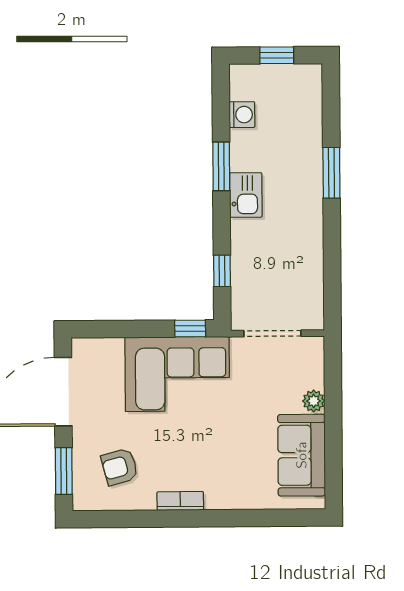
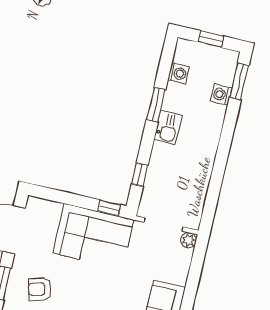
washing machine: (310, 130) -> (221, 95), added
window: (331, 173) -> (239, 81), moved
plant: (314, 401) -> (189, 240), moved

